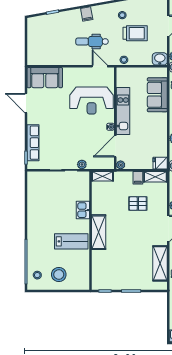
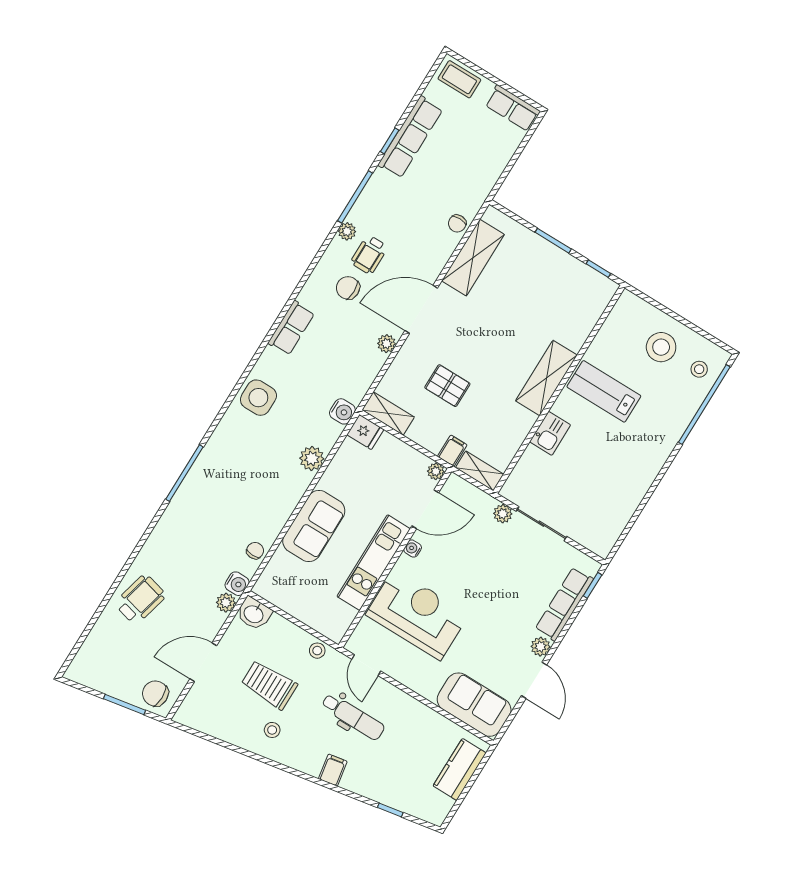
kitchen counter: (34, 47) -> (460, 769), added
sofa: (157, 95) -> (314, 526), moved
plant: (32, 119) -> (541, 647), added
filing cabinet: (138, 178) -> (452, 451), moved

